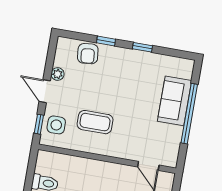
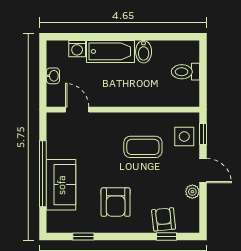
window: (106, 41) -> (167, 236), moved
window: (142, 47) -> (83, 236), moved
armchair: (128, 77) -> (116, 202), added

